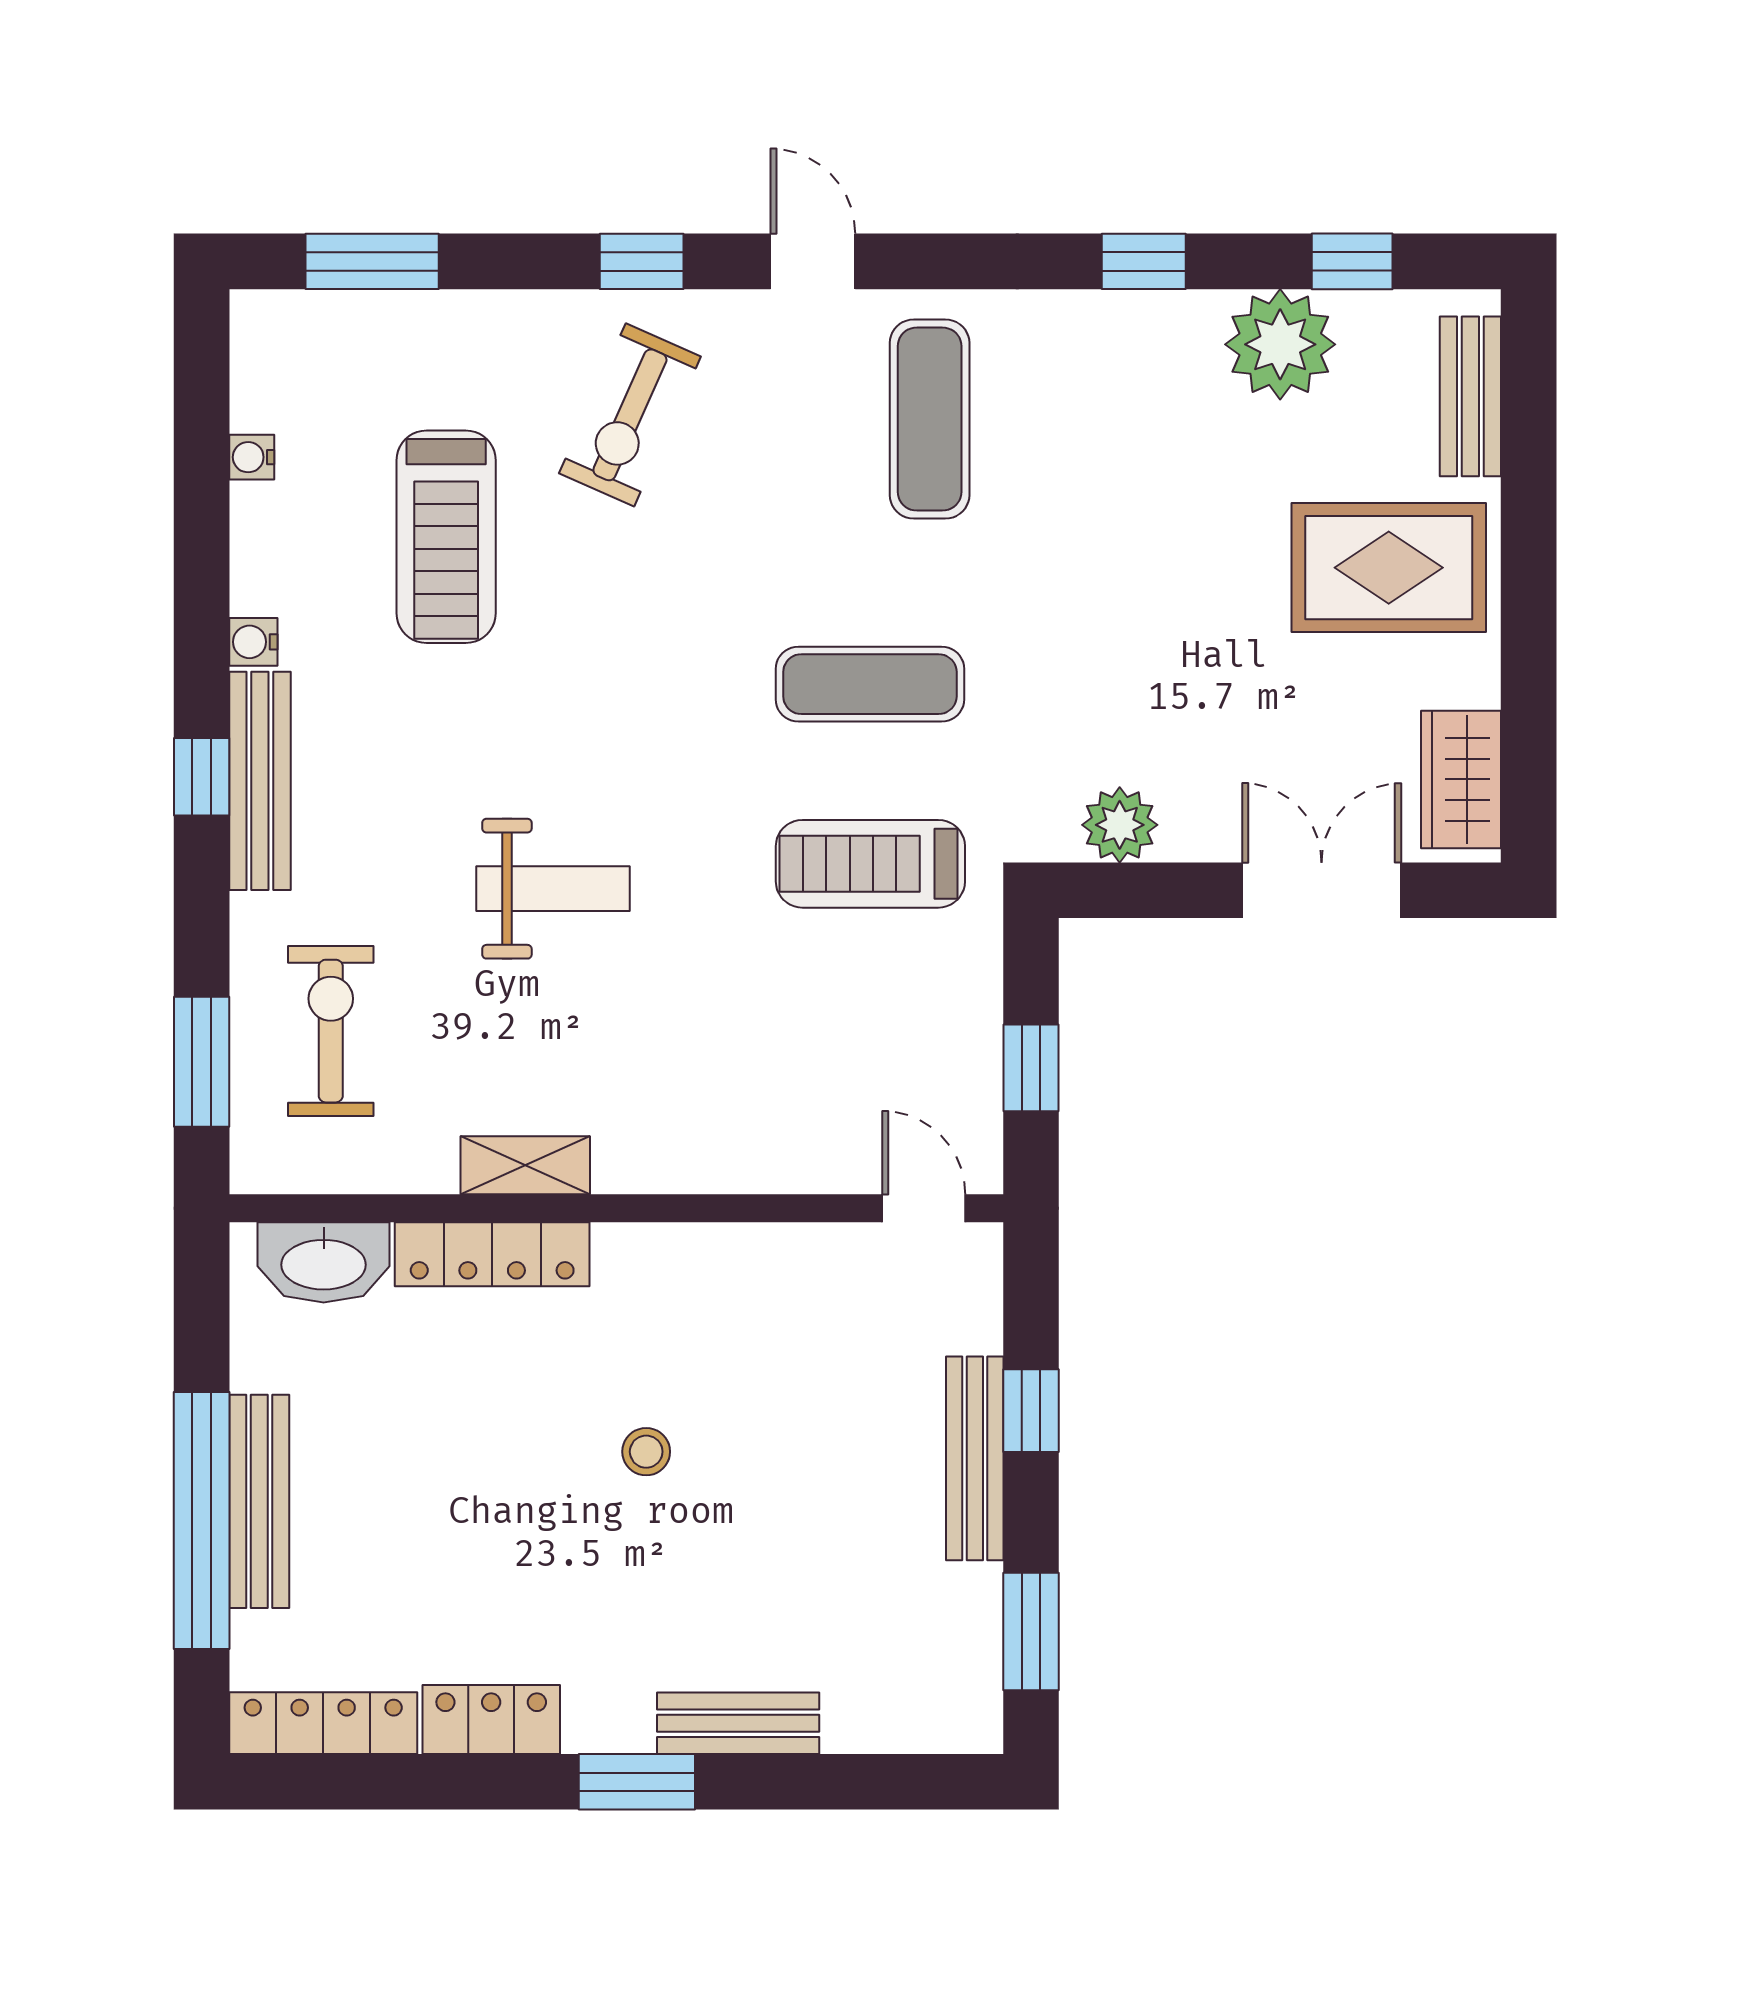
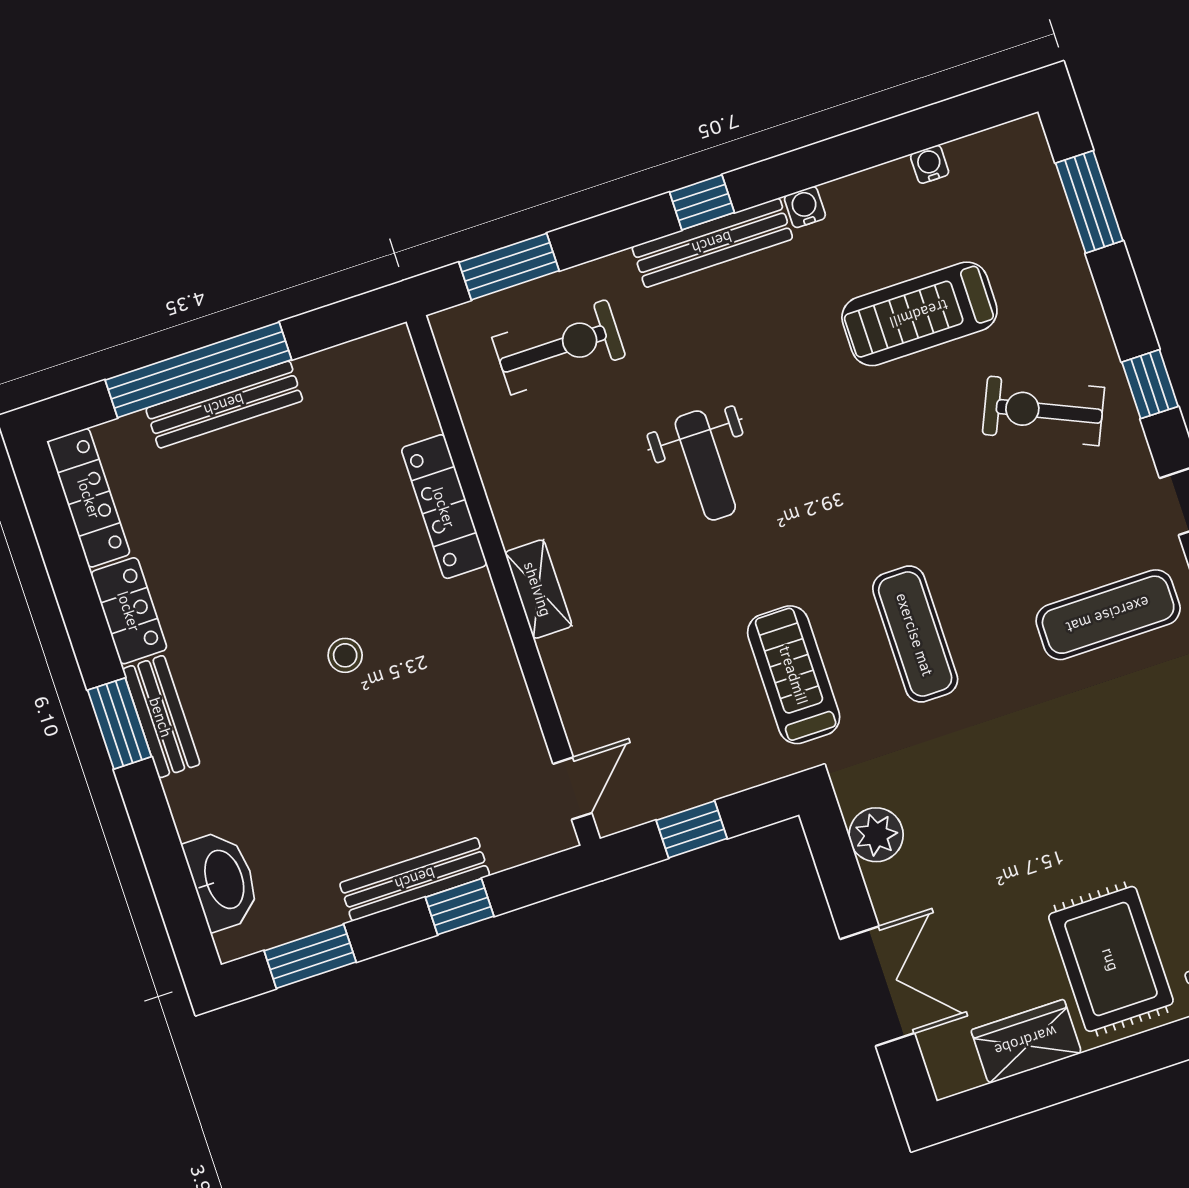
wardrobe: (1461, 779) -> (1026, 1041), moved
shelving: (525, 1165) -> (538, 589), moved
washbasin: (324, 1262) -> (223, 880), moved, turned 180
bench: (738, 1723) -> (161, 717), moved

